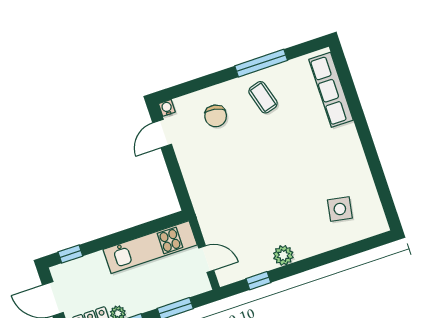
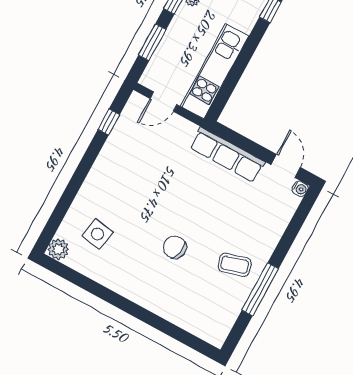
row of seats: (331, 90) -> (227, 155), moved, turned 180
chair: (216, 116) -> (175, 247), moved
plant: (283, 255) -> (58, 249), moved

